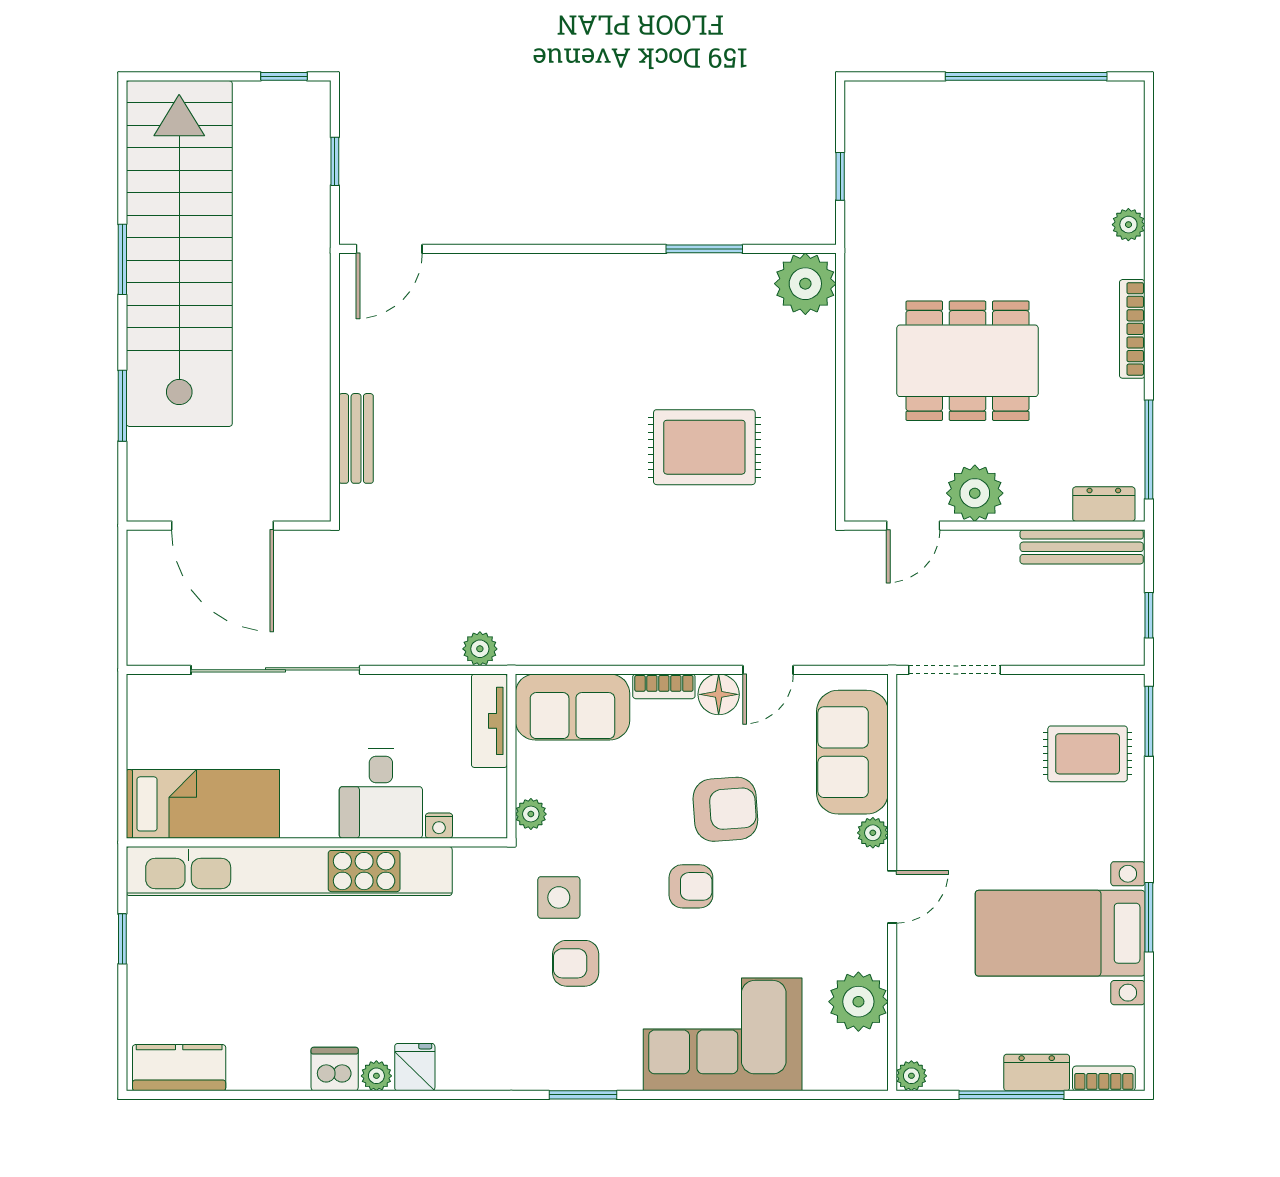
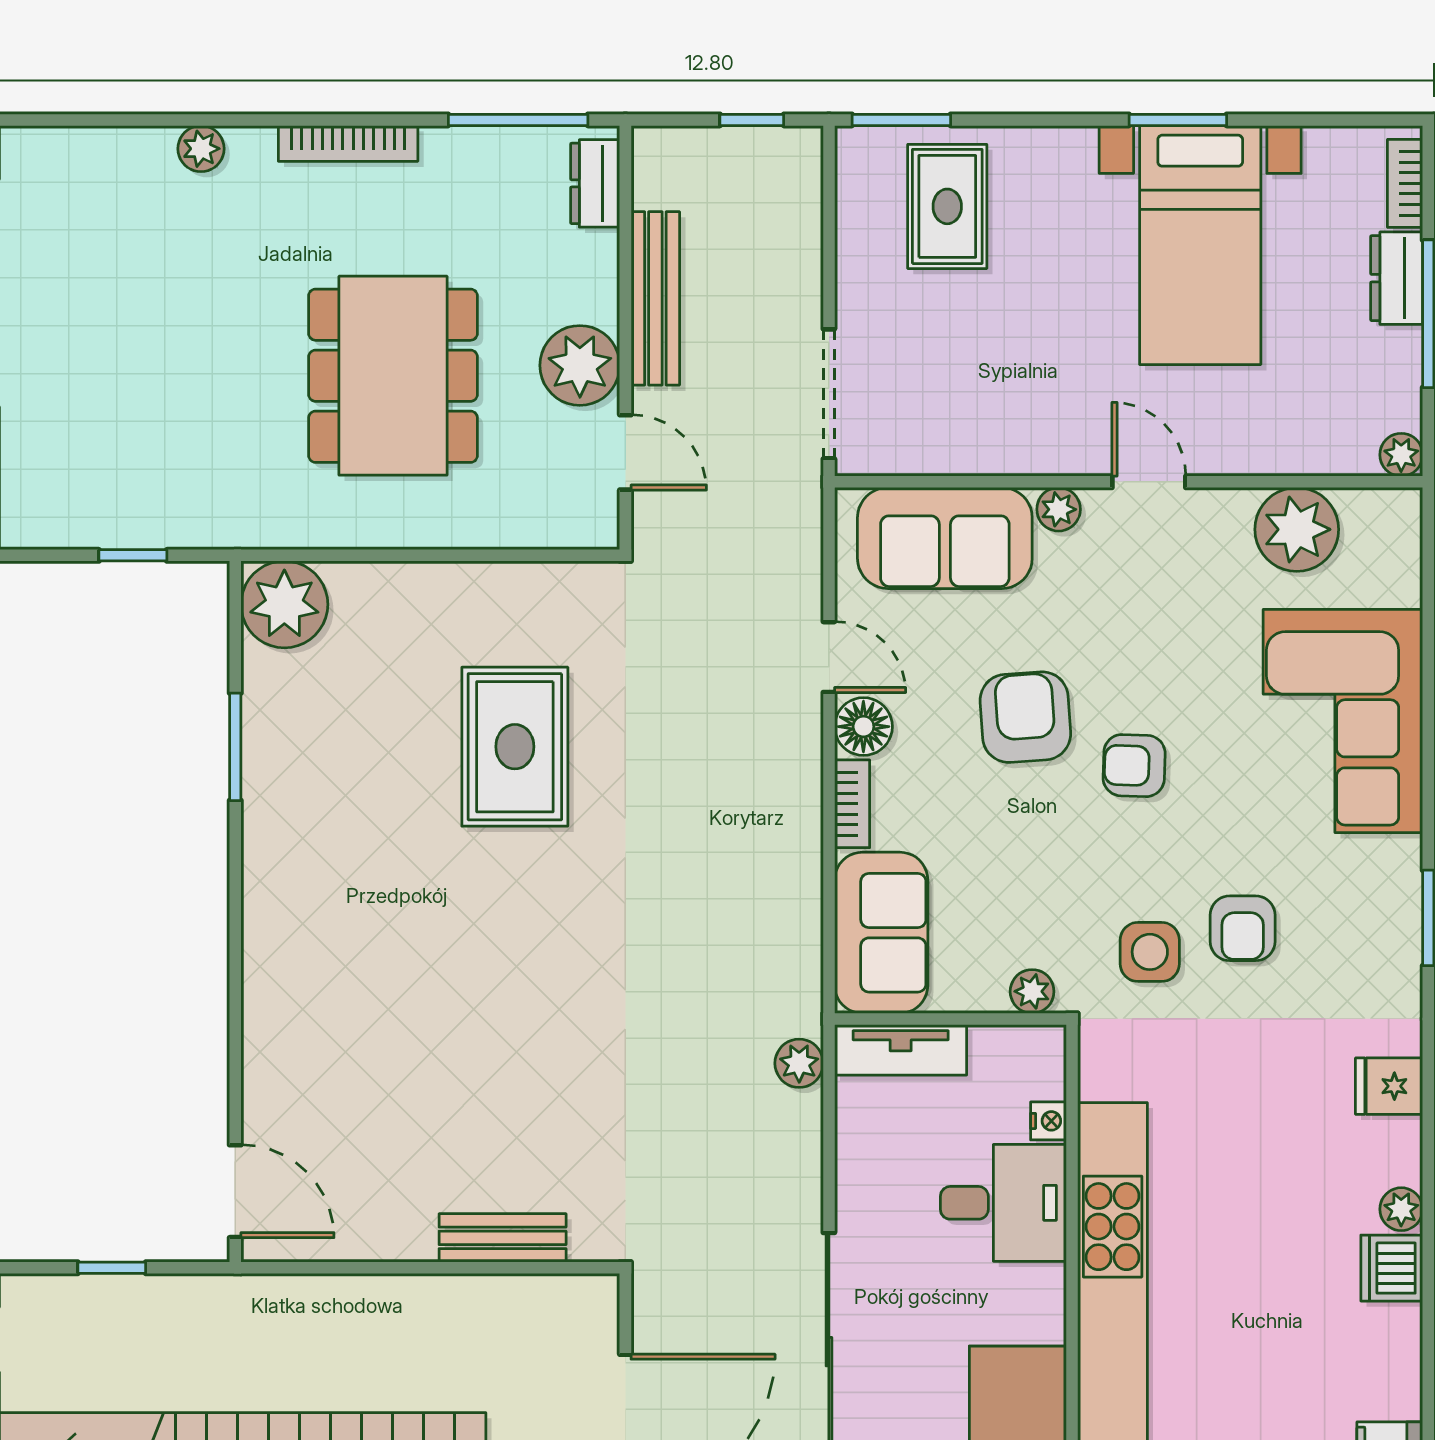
bench: (1082, 547) -> (655, 298), moved
armchair: (691, 886) -> (1134, 766), turned -88
fridge: (415, 1067) -> (1389, 1086), moved

